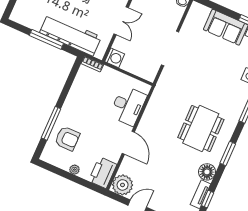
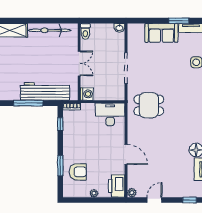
window: (71, 78) -> (60, 124), added
desk: (128, 106) -> (110, 114), moved, turned -90
window: (51, 123) -> (60, 166), width x0.69
dining table: (201, 128) -> (149, 105), moved, width x0.73
plant: (123, 185) -> (132, 193), width x0.53, depth x0.53

